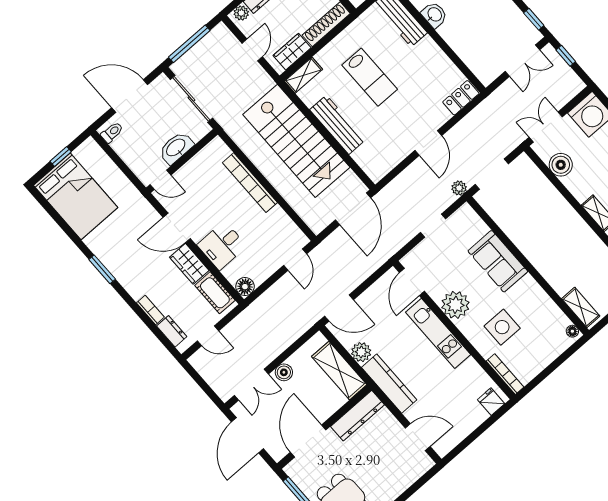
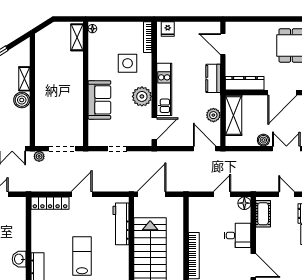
locker: (461, 98) -> (50, 203), width x1.53
workbench: (337, 125) -> (121, 224), moved
boiler: (561, 165) -> (22, 100), moved
plant: (459, 188) -> (39, 156), moved
door: (295, 260) -> (222, 194), moved
wardrobe: (189, 264) -> (263, 241), removed
kitchen counter: (389, 384) -> (213, 78), width x0.67

